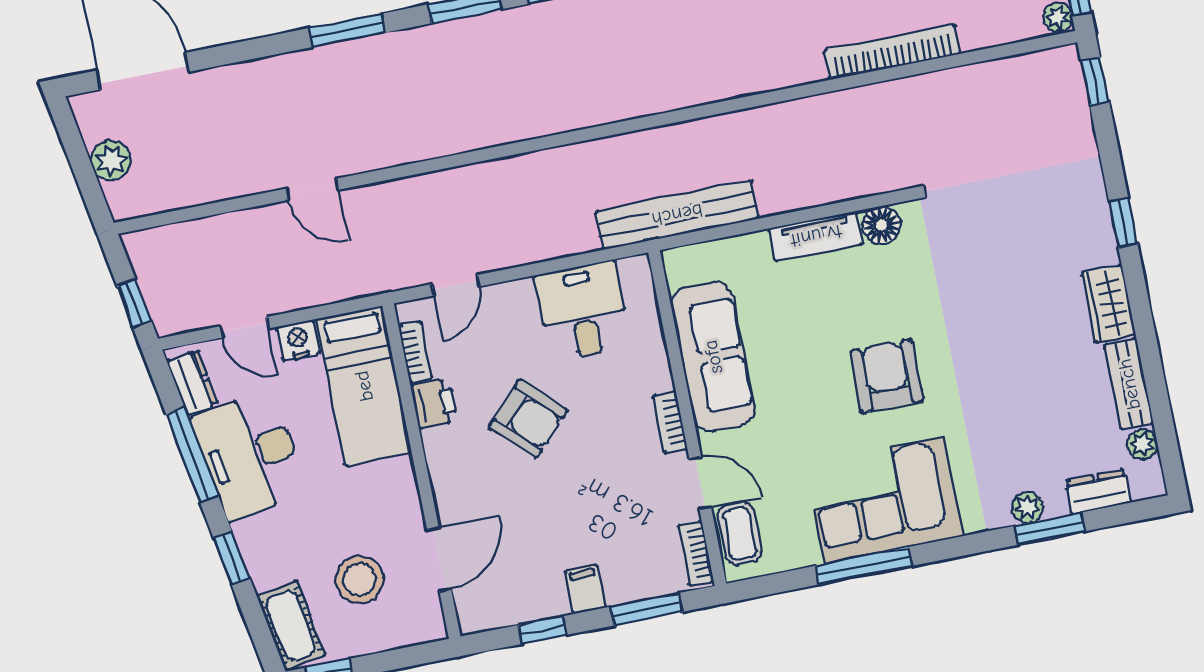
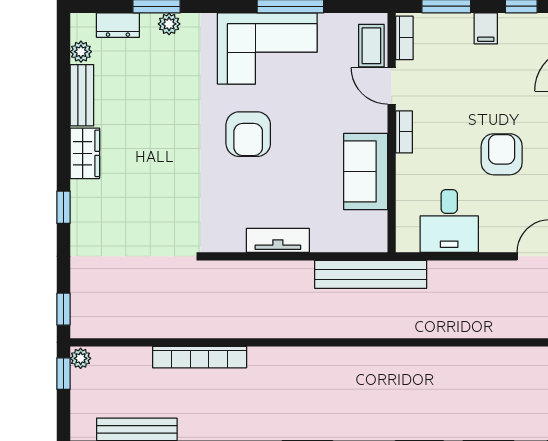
floor lamp: (881, 225) -> (231, 239), removed
sofa: (713, 357) -> (366, 171), width x0.73
armchair: (528, 418) -> (502, 154), turned 46

